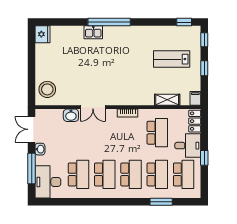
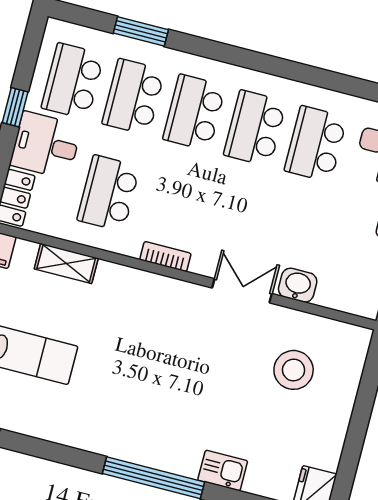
kitchen sink: (93, 32) -> (223, 470), moved
stool: (47, 89) -> (294, 370), moved

